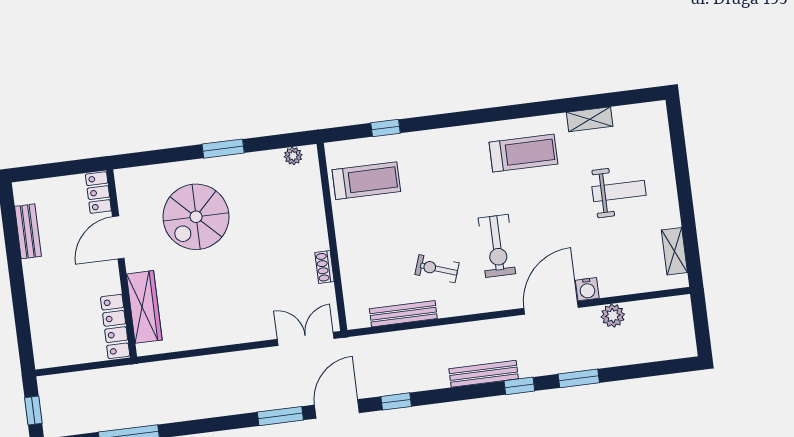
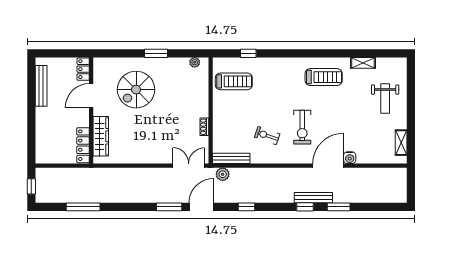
weight bench: (619, 191) -> (385, 98), moved, turned 90
bench: (28, 231) -> (41, 86), width x1.36
bench: (403, 314) -> (231, 158), moved
plant: (613, 316) -> (223, 174), moved
bench: (484, 374) -> (313, 198), moved
window: (396, 401) -> (246, 207), moved

